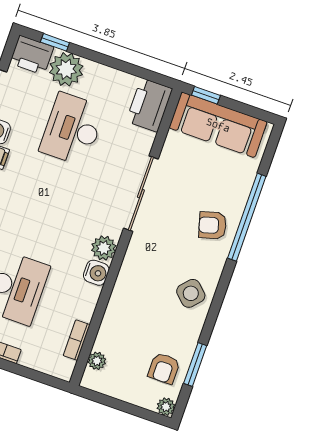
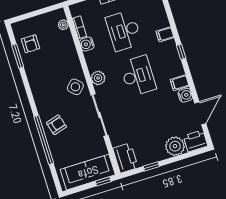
window: (55, 42) -> (151, 166), moved
desk: (72, 129) -> (138, 76), moved
water cooler: (96, 273) -> (87, 44), moved
side table: (191, 293) -> (75, 87), moved
armchair: (164, 368) -> (30, 44), turned 180
plant: (166, 407) -> (17, 27), removed

